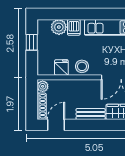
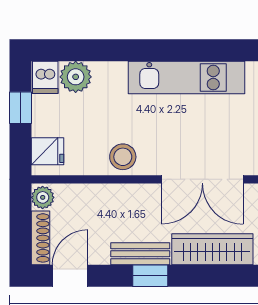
dishwasher: (74, 27) -> (45, 77), moved
fridge: (61, 68) -> (47, 151), moved, turned 90
window: (95, 125) -> (150, 276), added

